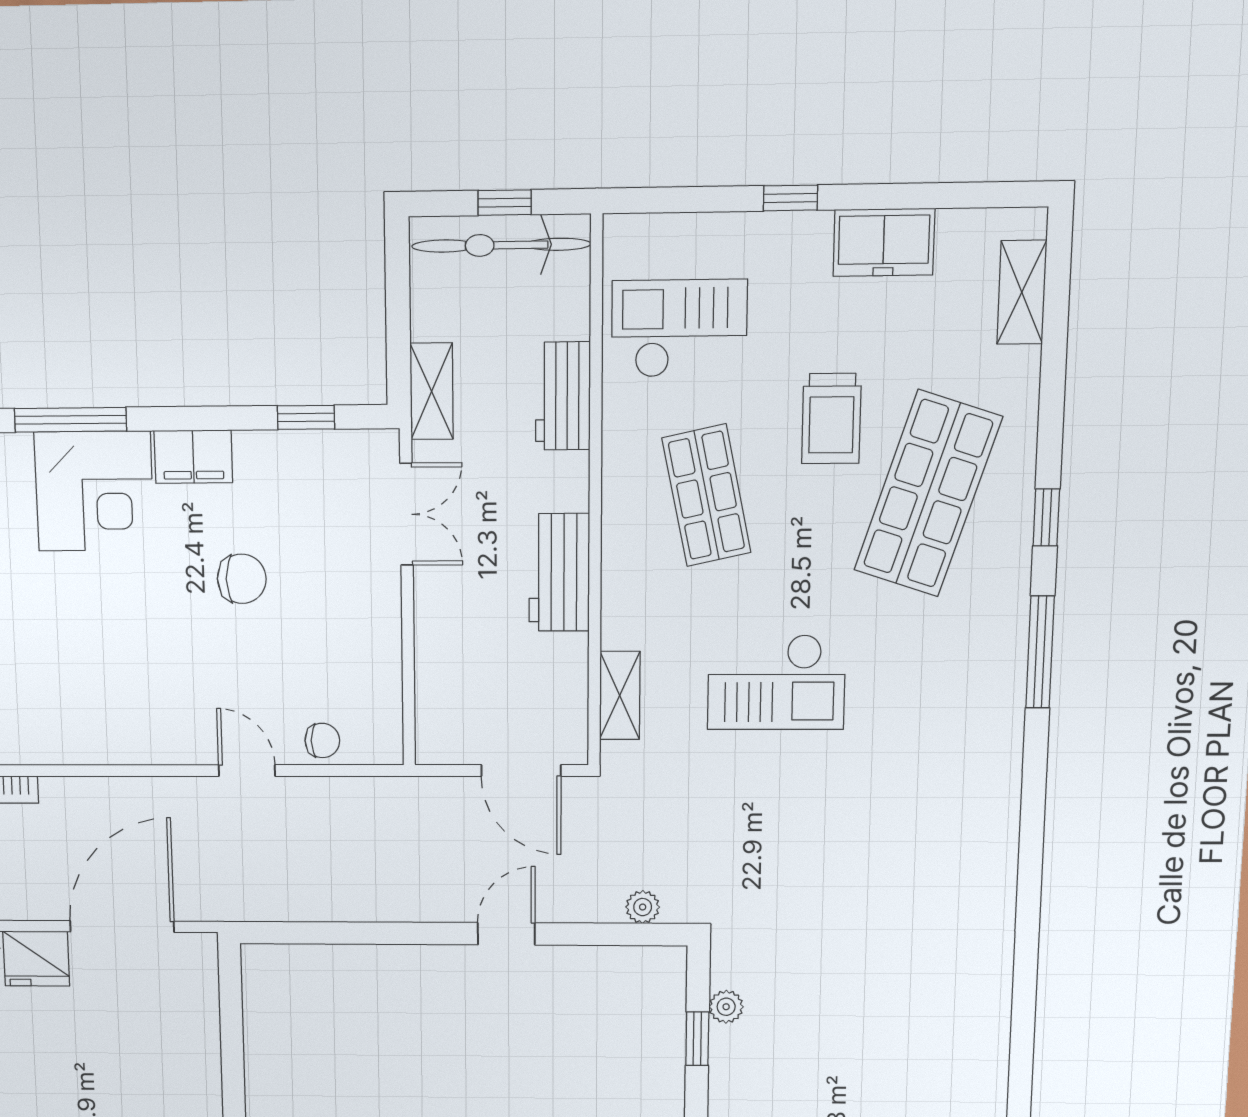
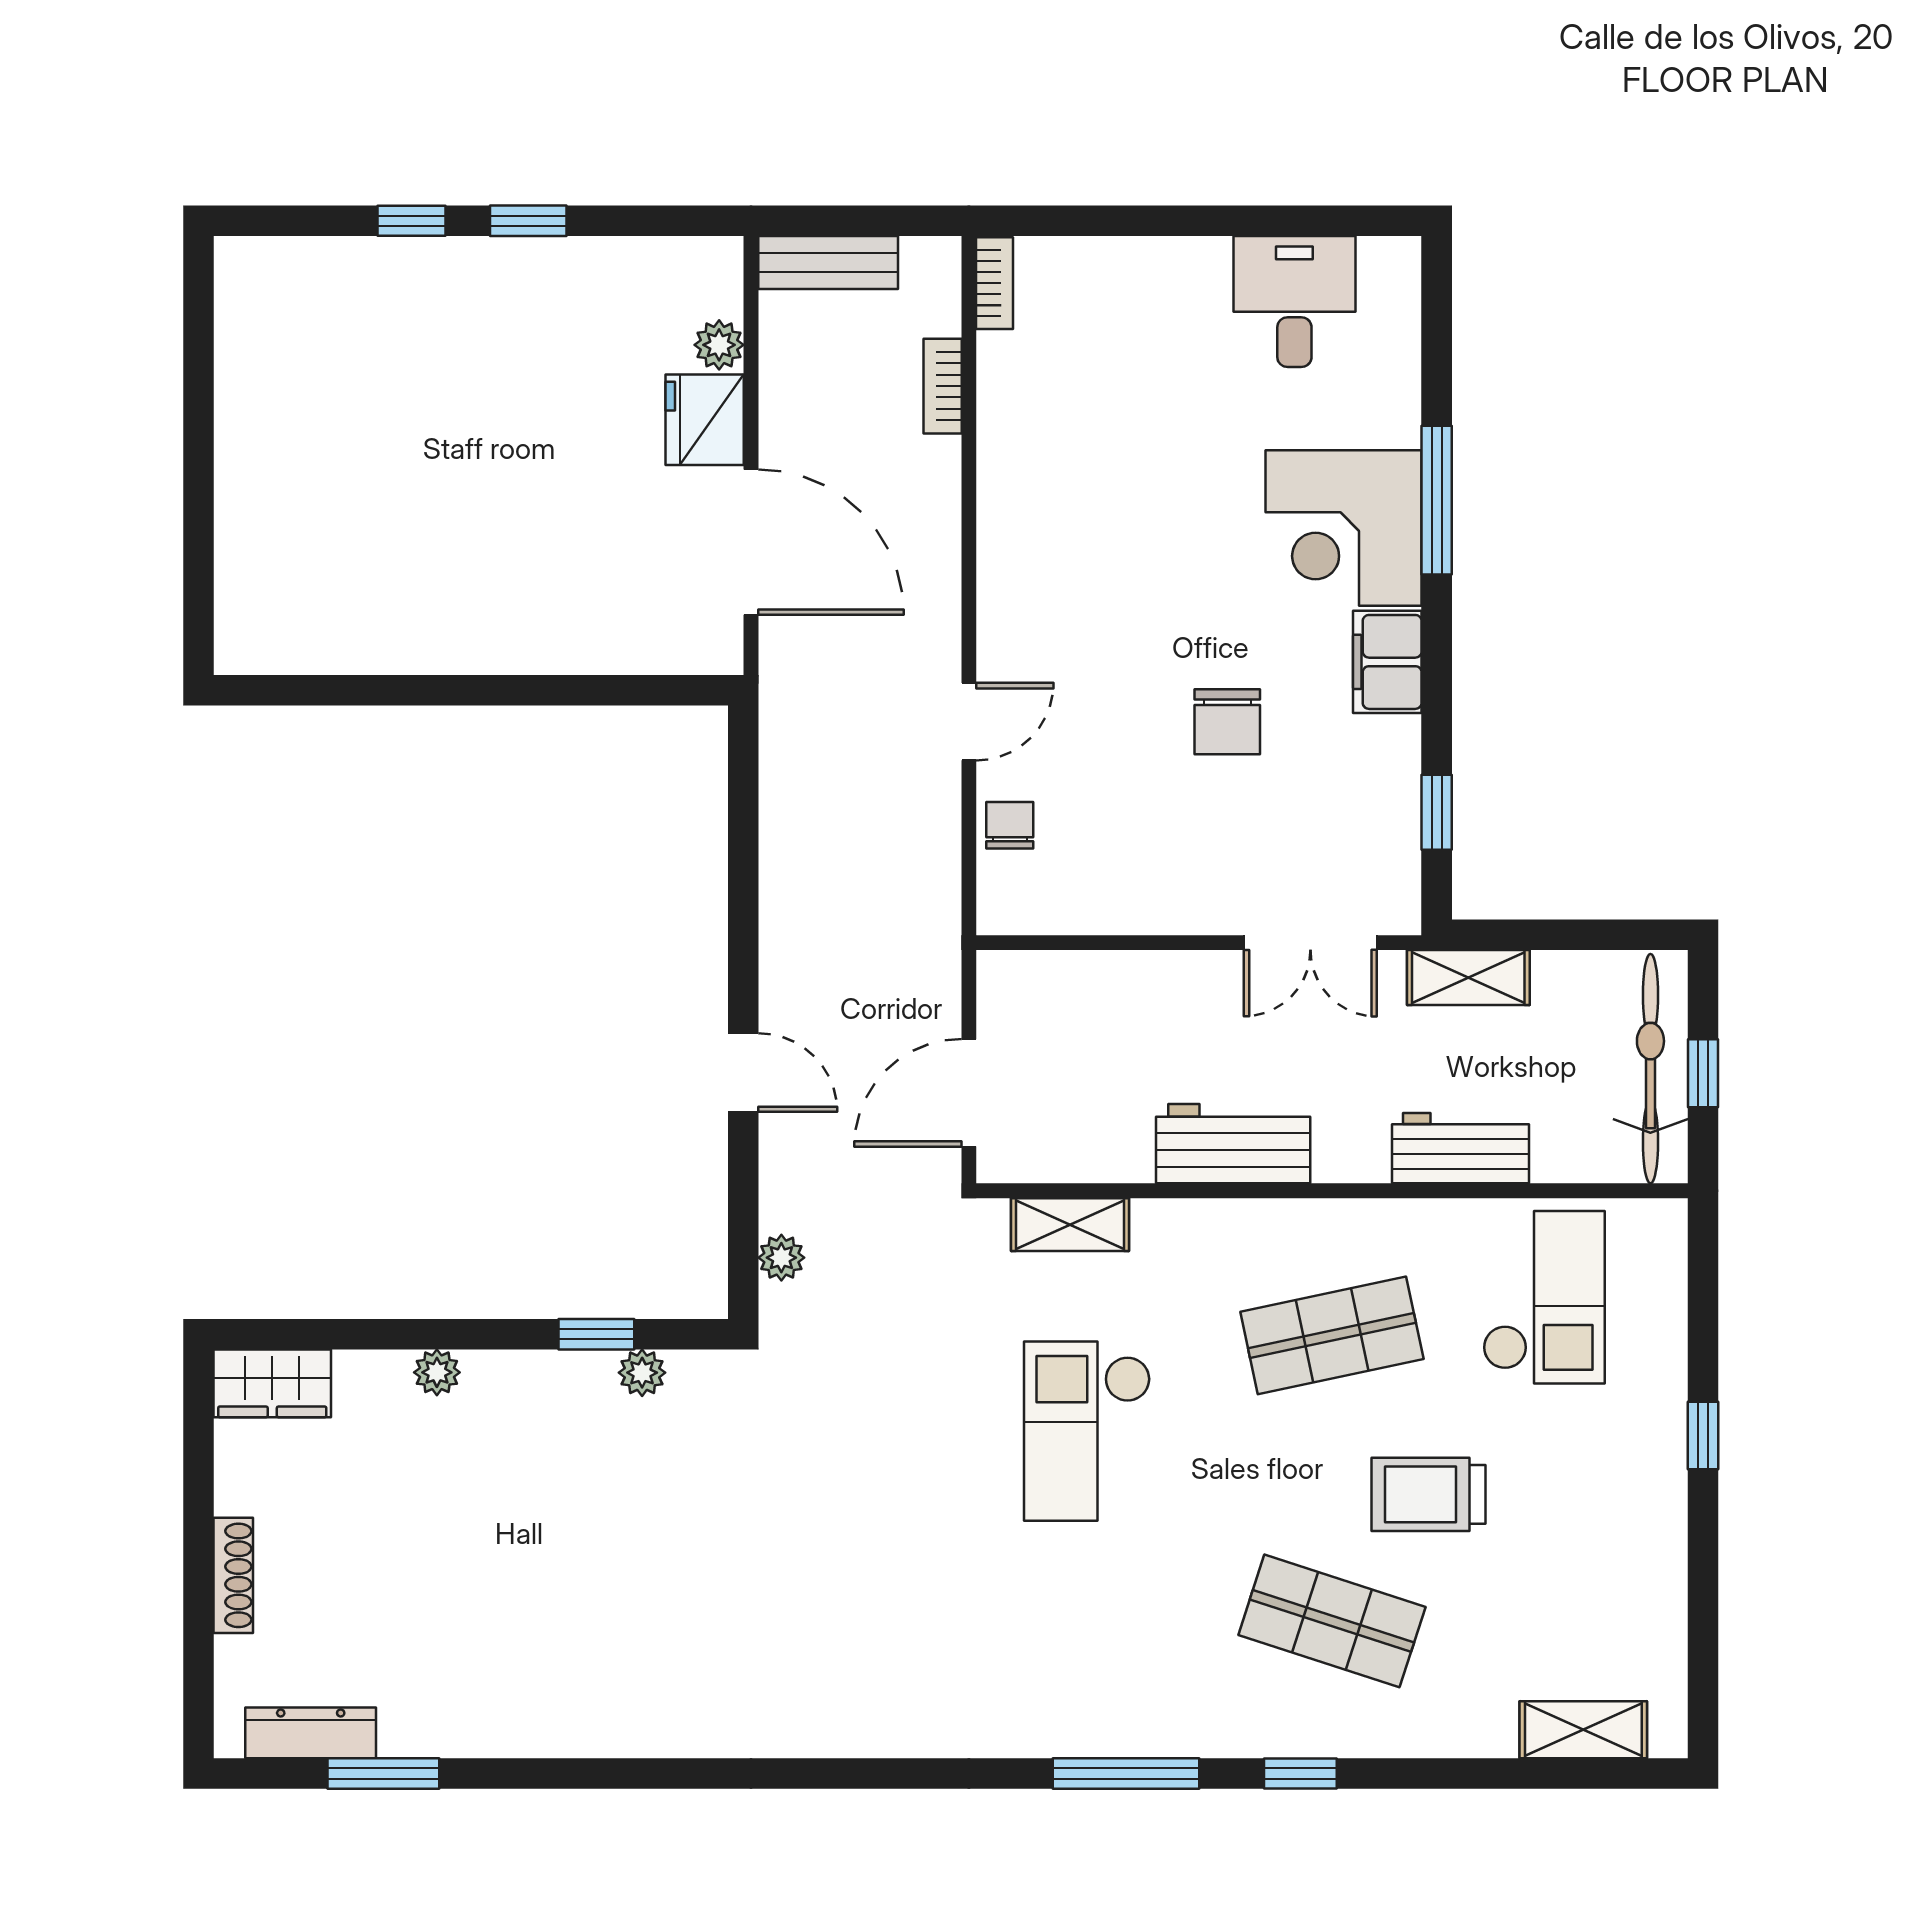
freezer: (884, 242) -> (1647, 1554), removed
shop shelf: (928, 494) -> (1332, 1621), width x0.70, depth x0.74
chair: (322, 741) -> (1010, 825), turned 180

